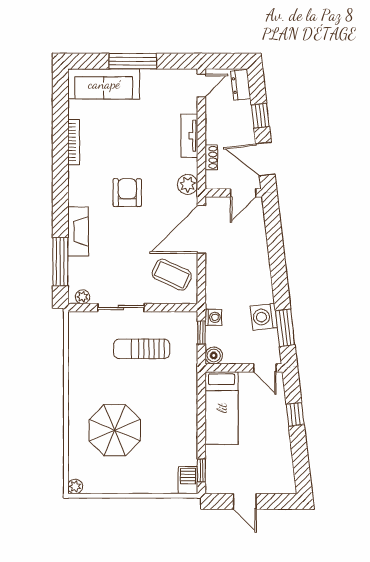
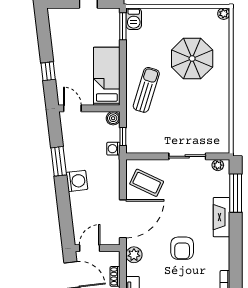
washing machine: (264, 317) -> (77, 181), moved
window: (285, 328) -> (59, 161), moved
sun lounger: (142, 349) -> (146, 90), moved, turned -73
window: (201, 471) -> (123, 26), width x1.50

